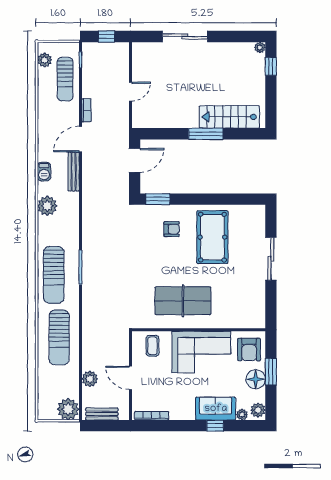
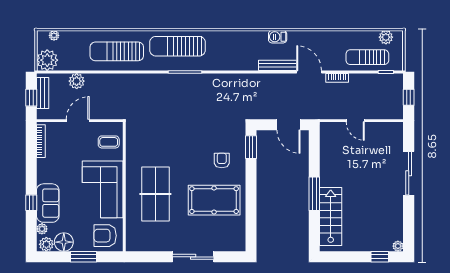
plant: (47, 206) -> (54, 35), moved, width x0.53, depth x0.53
armchair: (172, 229) -> (222, 160), turned 180
table tennis table: (183, 301) -> (155, 194), moved
floor lamp: (256, 379) -> (64, 242), moved
window: (107, 426) -> (31, 98), added

